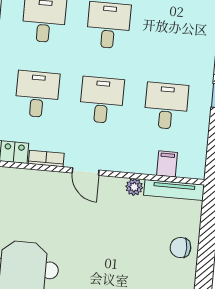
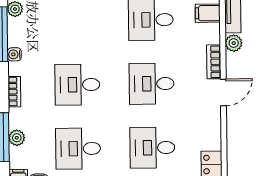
bookcase: (46, 159) -> (214, 62), moved

